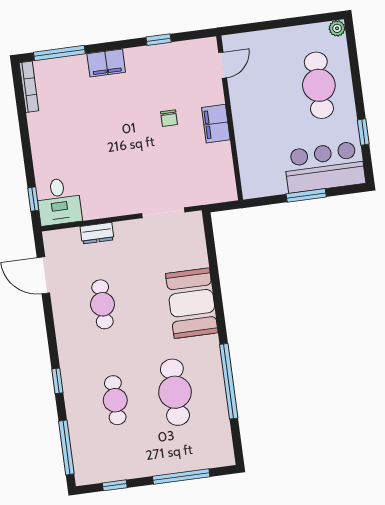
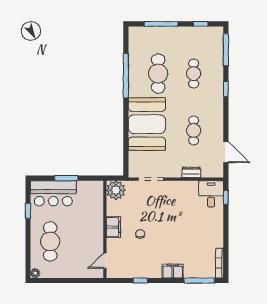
plant: (220, 186) -> (116, 190), added
booth: (192, 303) -> (147, 124), width x1.36, depth x1.42

